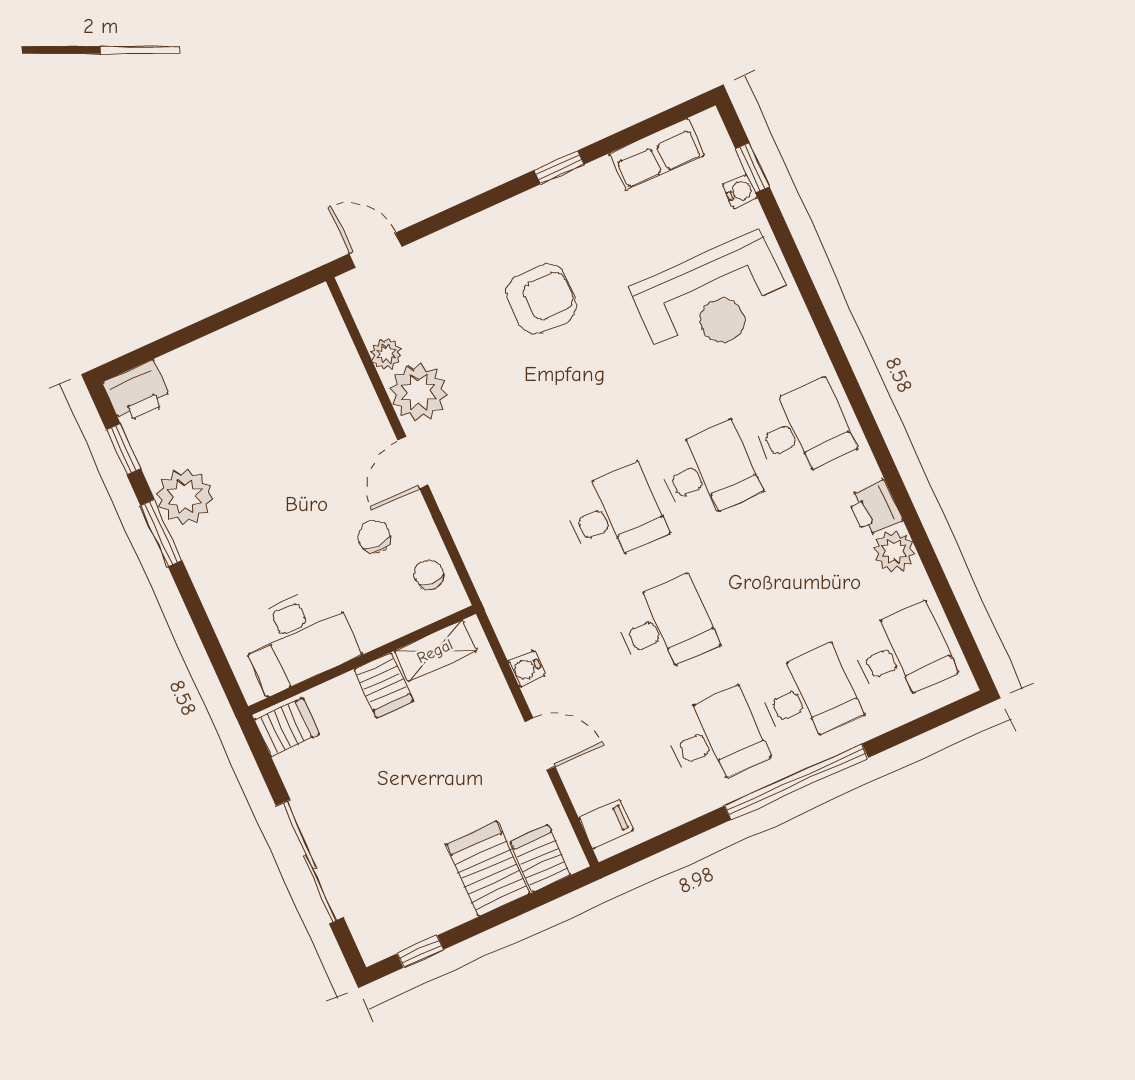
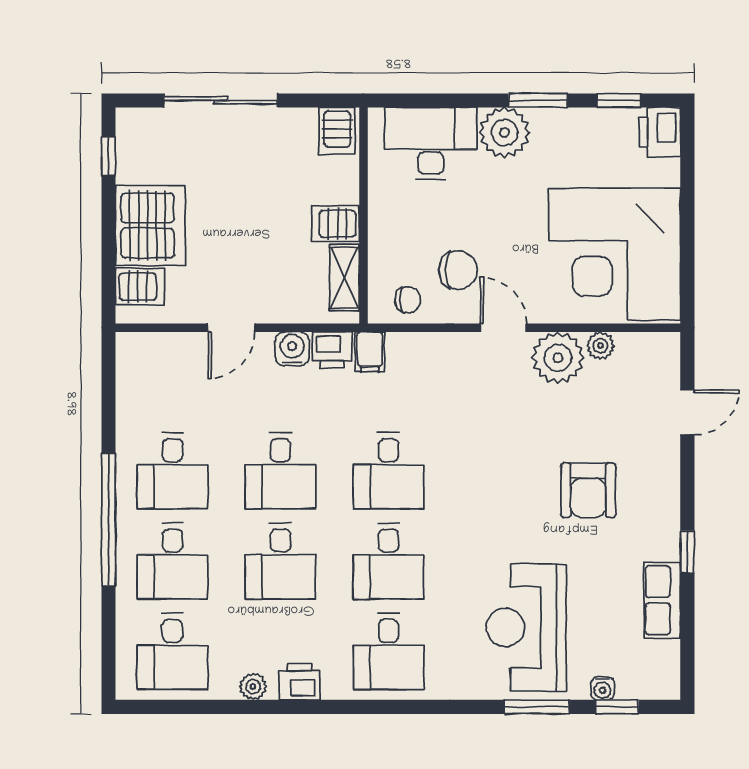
row of seats: (657, 154) -> (662, 600), moved
door: (376, 250) -> (687, 412), moved
window: (790, 251) -> (537, 707), added
corner desk: (285, 382) -> (615, 254), added
plant: (185, 496) -> (505, 133), moved
chair: (374, 537) -> (458, 270), width x1.37, depth x1.37
plant: (894, 551) -> (253, 687), width x0.73, depth x0.73
desk: (759, 584) -> (281, 561), added
printer: (516, 630) -> (332, 350), added
desk: (298, 639) -> (431, 143), moved, turned 90
water cooler: (527, 669) -> (292, 349), width x1.38, depth x1.38
filing cabinet: (606, 824) -> (370, 352), moved
server rack: (488, 869) -> (150, 226), width x1.60

